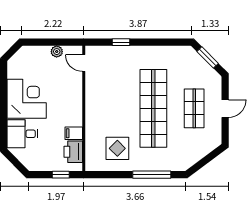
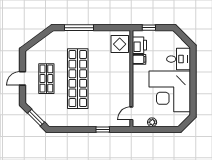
door: (84, 63) -> (131, 113), swing flipped
corner desk: (27, 99) -> (170, 91), width x1.36, depth x1.36
display table: (117, 148) -> (120, 44), moved

